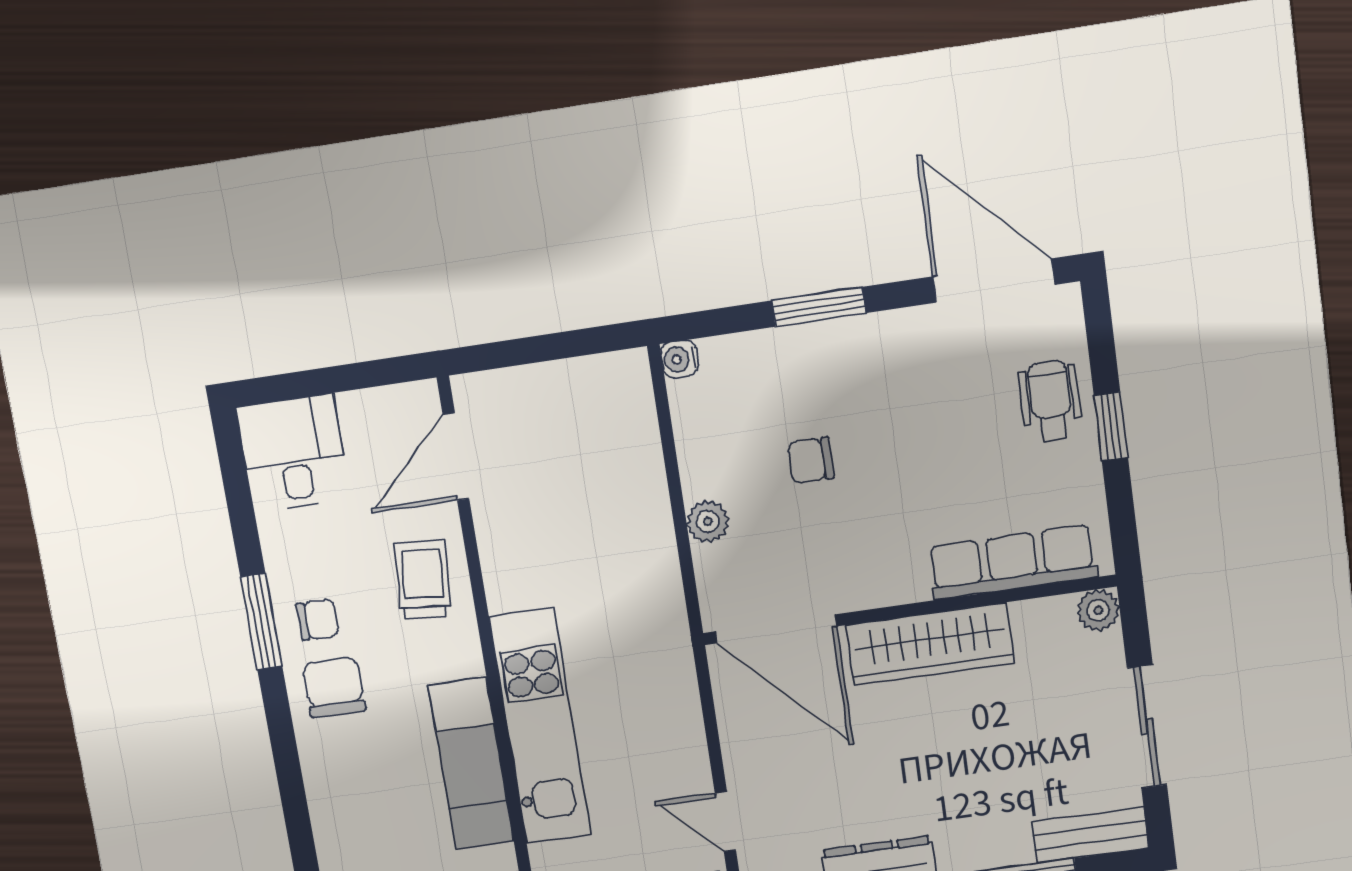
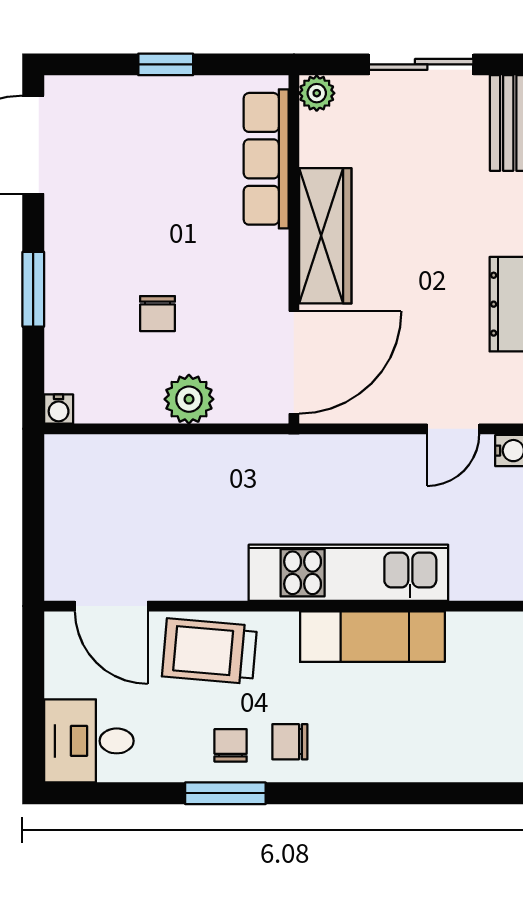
wheelchair: (1050, 401) -> (138, 111), removed
plant: (708, 522) -> (189, 399), width x1.38, depth x1.38
trolley: (423, 579) -> (209, 651), width x1.36, depth x1.39
chair: (334, 687) -> (290, 742), width x0.73, depth x0.73

